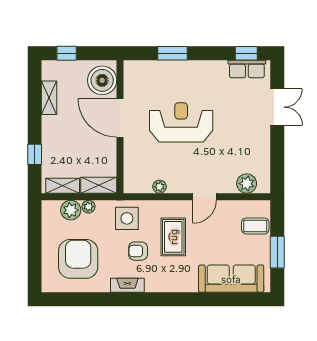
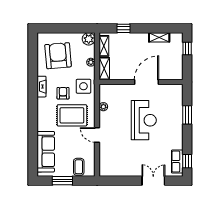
boiler: (102, 80) -> (170, 71), removed
double door: (277, 107) -> (153, 181), swing flipped
plant: (247, 184) -> (105, 161), removed
plant: (71, 210) -> (89, 39), moved
rug: (173, 237) -> (72, 115), width x1.36, depth x1.43
armchair: (78, 259) -> (58, 56), turned -95

